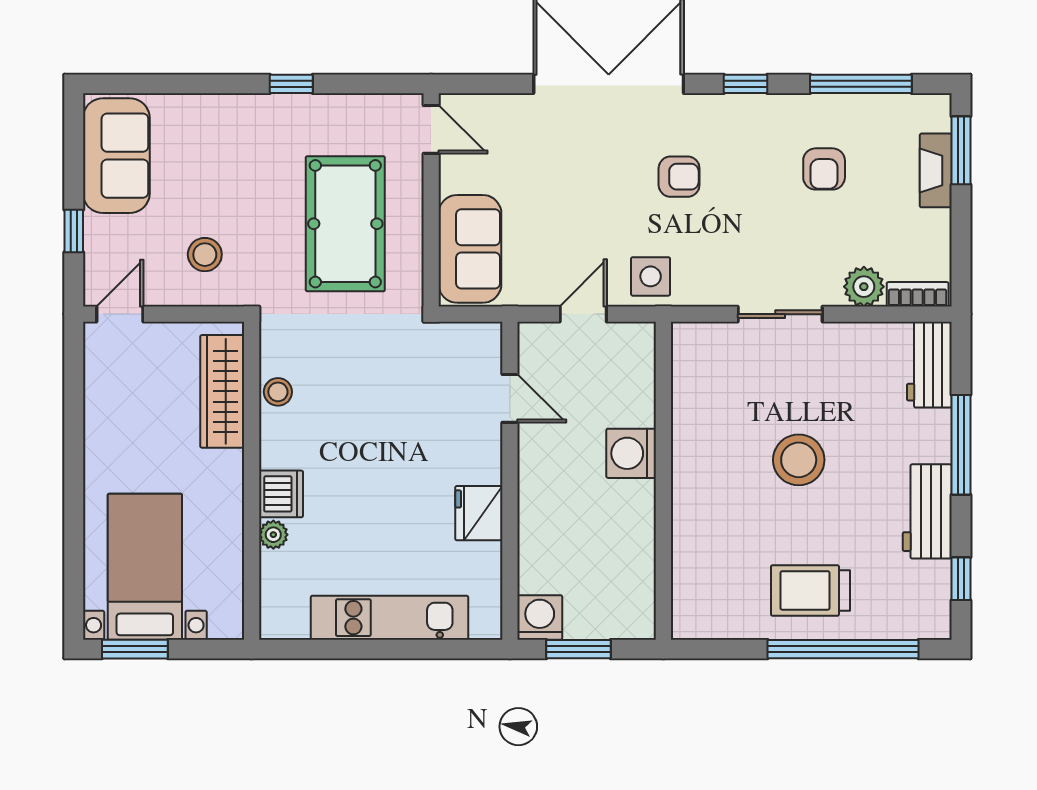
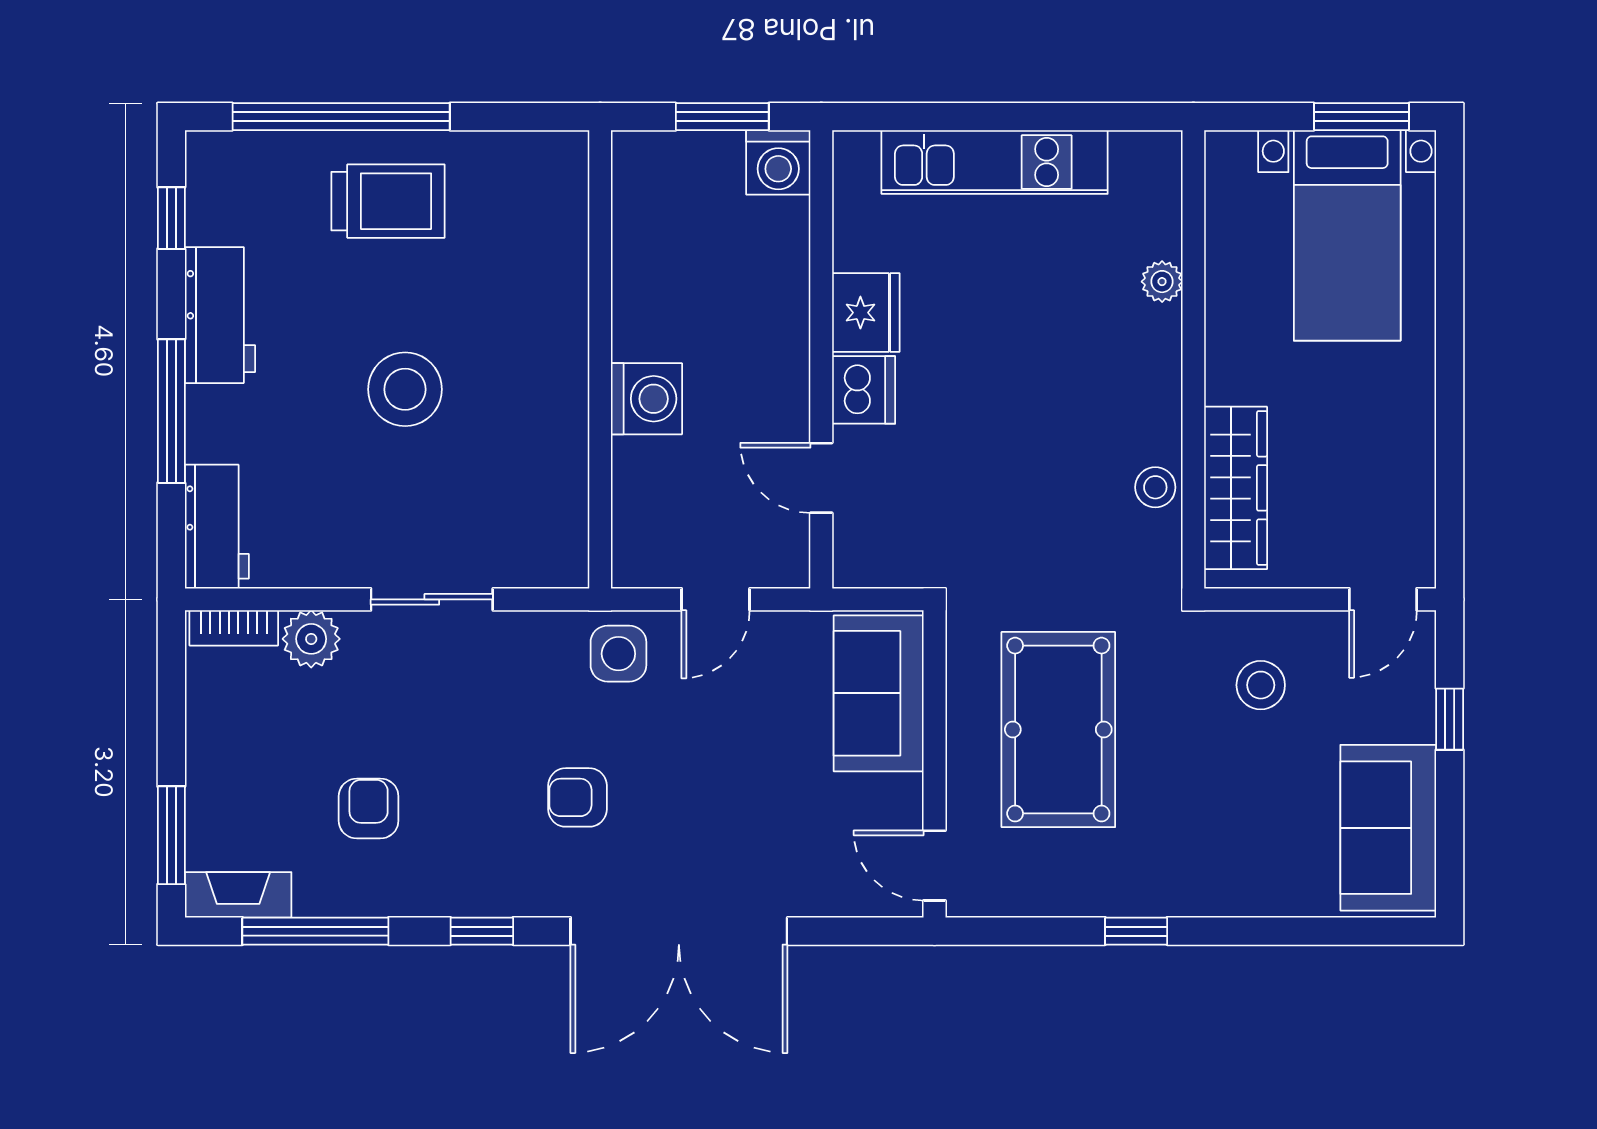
fireplace: (936, 170) -> (238, 895), moved, turned -90
dishwasher: (281, 494) -> (864, 390), moved, turned 180

